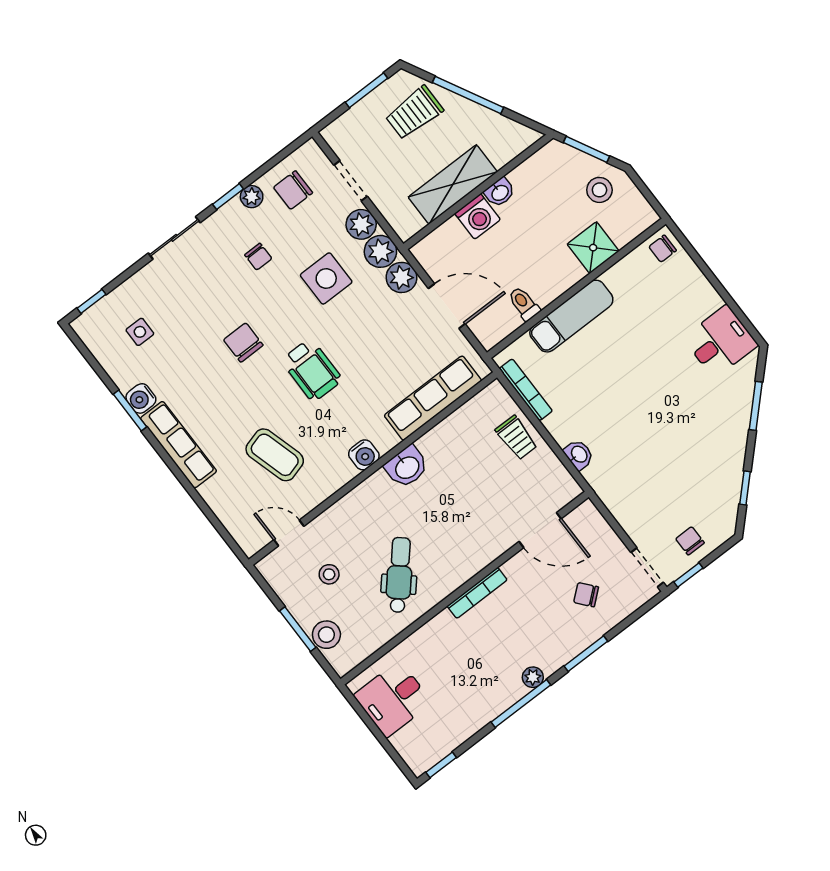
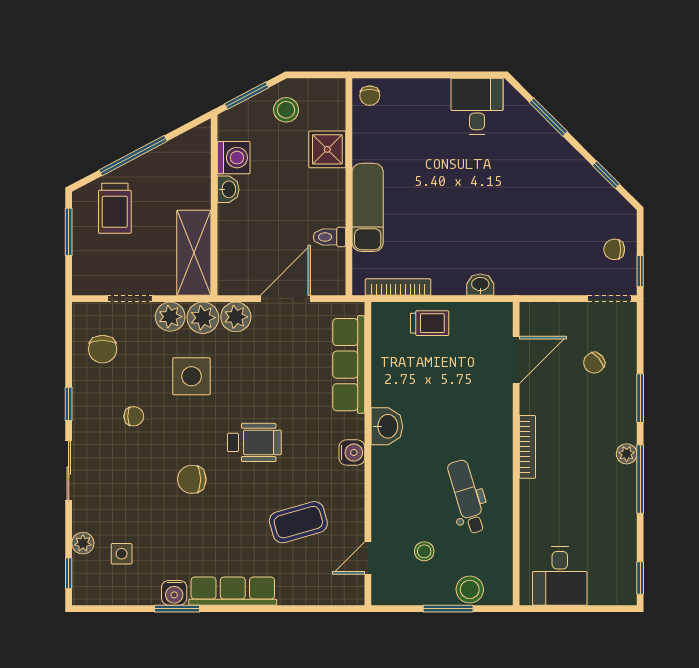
shelving: (453, 184) -> (194, 253), moved
plant: (252, 197) -> (83, 543), moved
washing machine: (478, 216) -> (234, 158), moved
dental chair: (399, 575) -> (467, 497), turned 32

